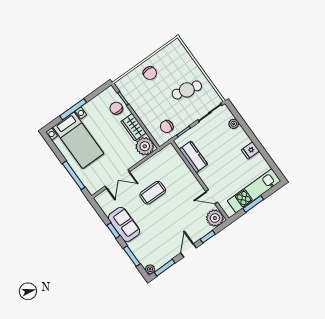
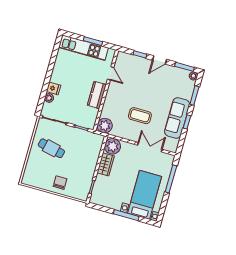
chair: (116, 108) -> (102, 186), removed
chair: (167, 126) -> (87, 142), removed
fridge: (250, 150) -> (53, 88), moved
kitchen counter: (193, 157) -> (97, 95), moved
plant: (215, 218) -> (105, 126), moved
sofa: (124, 224) -> (177, 118), width x1.36

